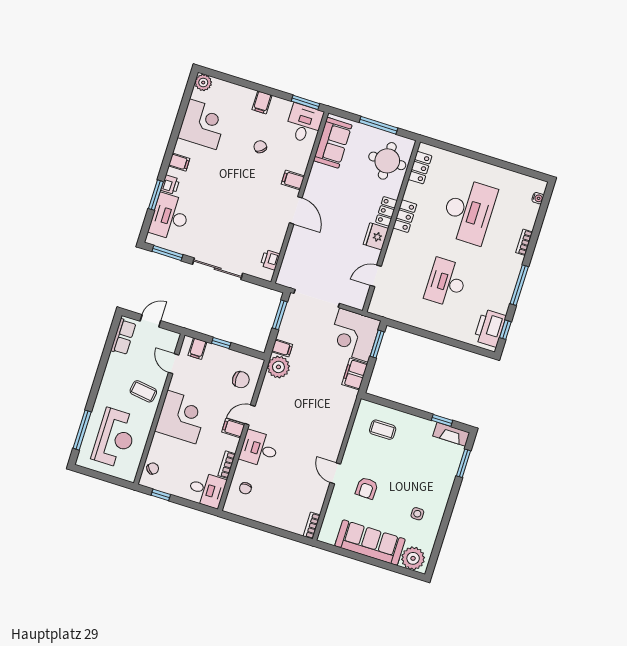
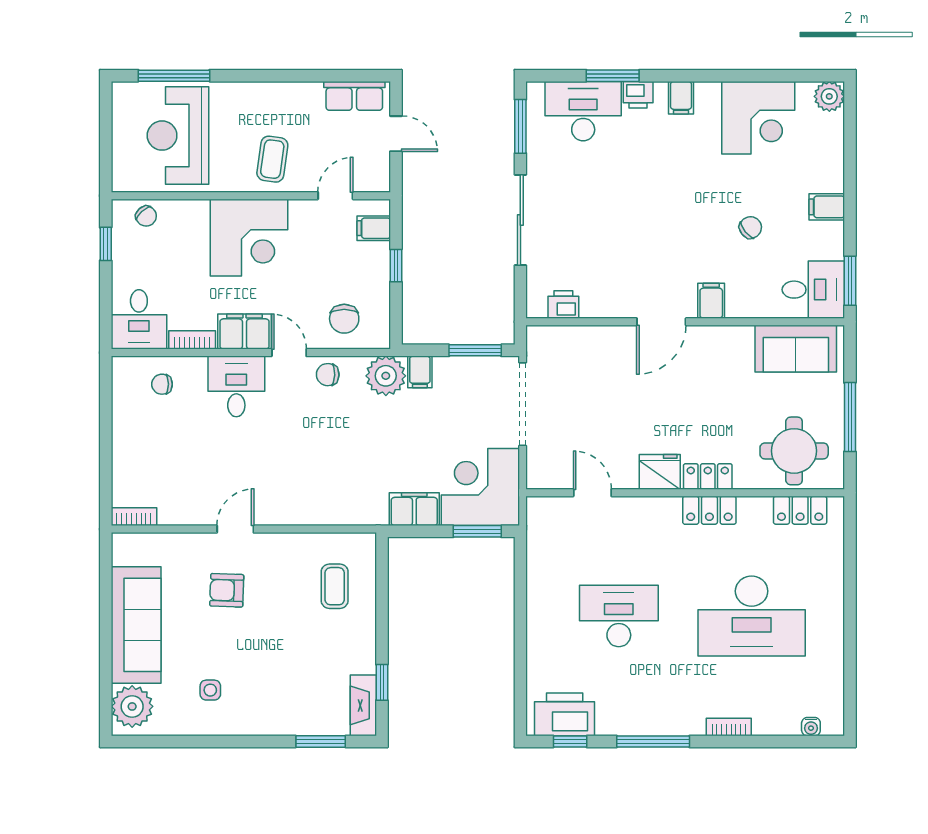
chair: (268, 398) -> (328, 375), added
filing cabinet: (233, 428) -> (244, 331), width x2.00
reception desk: (115, 438) -> (178, 136), turned 90

